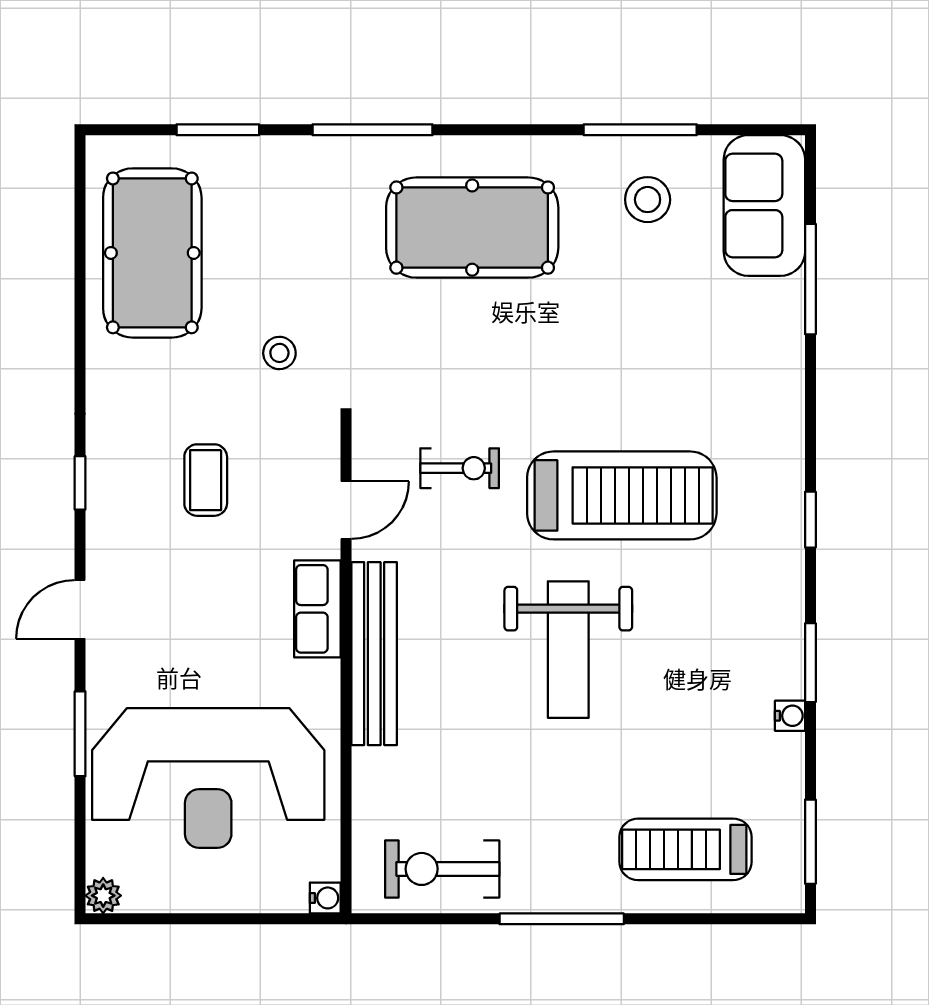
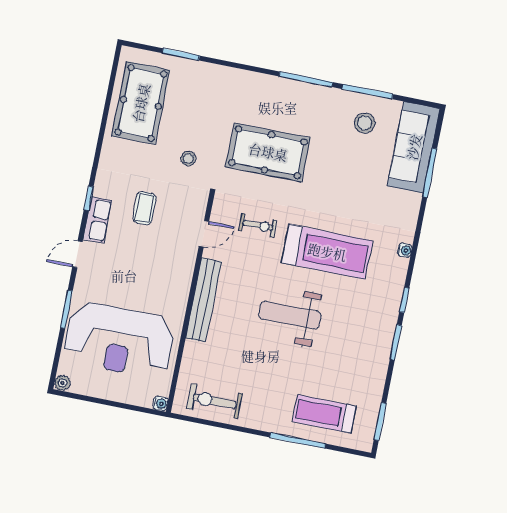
window: (373, 130) -> (306, 79), moved
sofa: (764, 206) -> (414, 147), width x1.36
pool table: (472, 228) -> (268, 152), moved
window: (810, 520) -> (404, 300), moved
row of seats: (317, 609) -> (98, 220), moved, turned 180
weight bench: (568, 650) -> (290, 315), turned 90
water cooler: (790, 716) -> (405, 250), moved
window: (562, 919) -> (298, 441), moved

